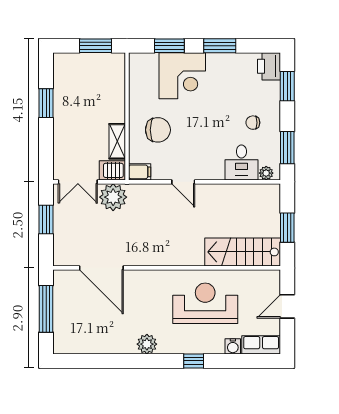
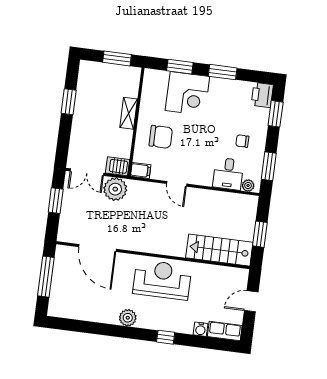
shelving: (117, 141) -> (129, 113), moved
reception desk: (205, 303) -> (162, 280), moved

